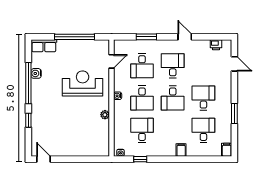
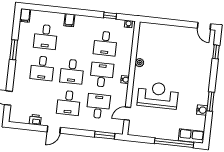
window: (75, 37) -> (174, 143), moved
window: (146, 37) -> (105, 135), moved
door: (185, 37) -> (54, 130), hinge flipped
printer: (216, 45) -> (35, 120), moved
window: (28, 83) -> (210, 102), width x0.47
reception desk: (83, 84) -> (158, 95), turned 180
desk: (173, 98) -> (72, 71), turned 180
window: (28, 120) -> (216, 52), moved

